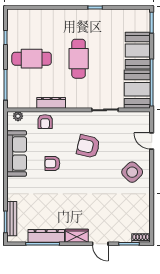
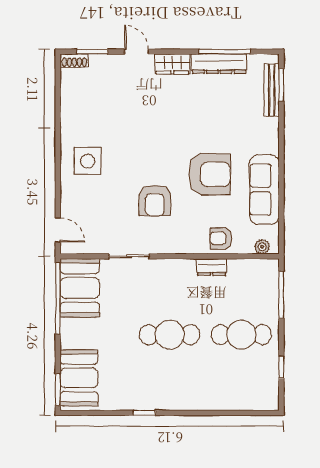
booth: (138, 51) -> (79, 378), moved
cafe table: (79, 59) -> (170, 335), turned 90
dresser: (51, 103) -> (212, 267), width x0.70
armchair: (45, 122) -> (221, 238), turned -90
door: (152, 141) -> (58, 230), moved
armchair: (88, 146) -> (155, 200), turned 77
armchair: (52, 163) -> (210, 174), width x1.88, depth x1.88
side table: (132, 172) -> (88, 161), turned 45

